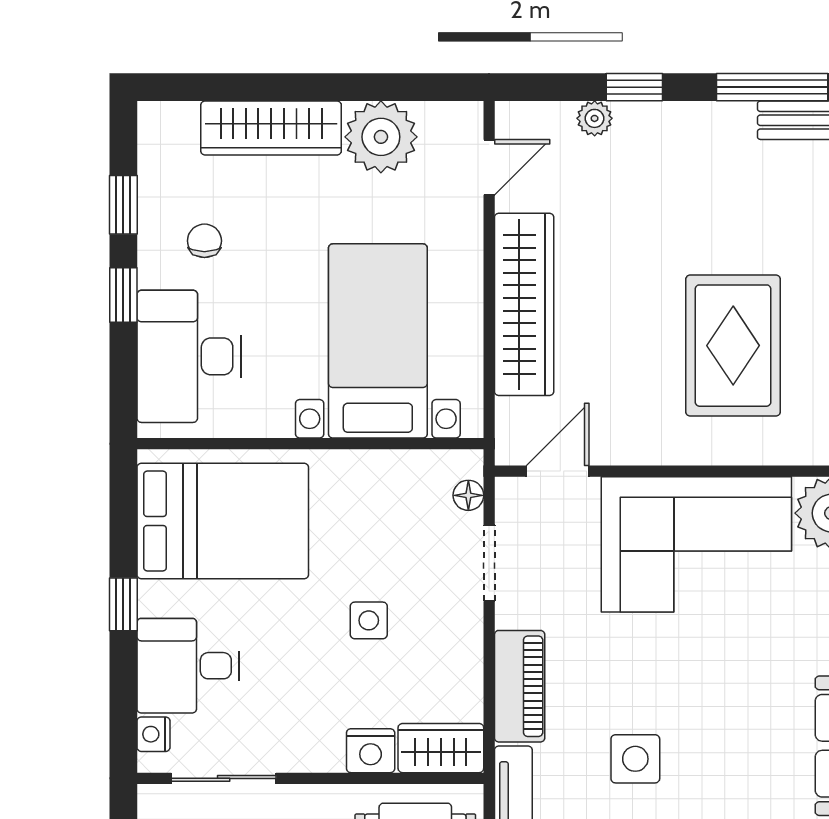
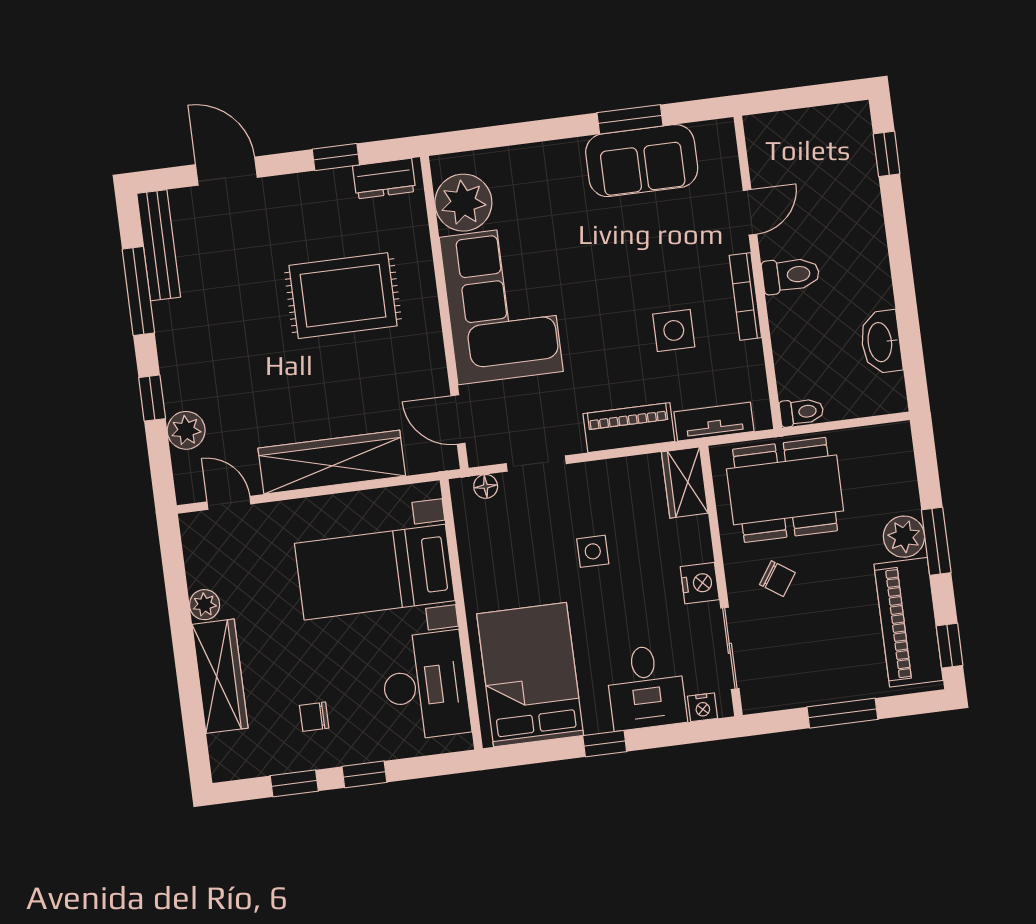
plant: (595, 118) -> (186, 430), width x1.38, depth x1.38
plant: (381, 137) -> (205, 605), width x0.53, depth x0.53
desk: (189, 356) -> (425, 686), moved, turned -90
nightstand: (371, 751) -> (700, 583), moved

